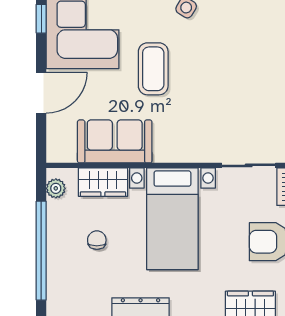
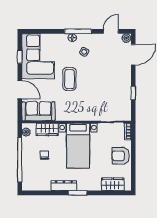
door: (41, 93) -> (20, 90), hinge flipped
sofa: (115, 141) -> (38, 111), moved

